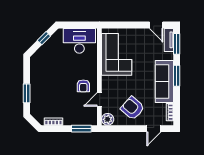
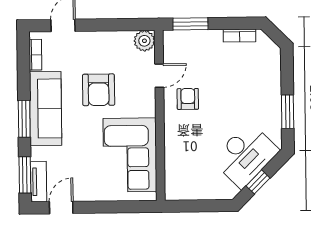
door: (156, 25) -> (61, 208), hinge flipped
desk: (79, 41) -> (245, 155), moved, turned -45
window: (27, 93) -> (288, 112), moved
armchair: (132, 108) -> (99, 90), moved, turned 49

